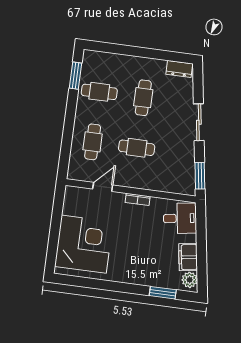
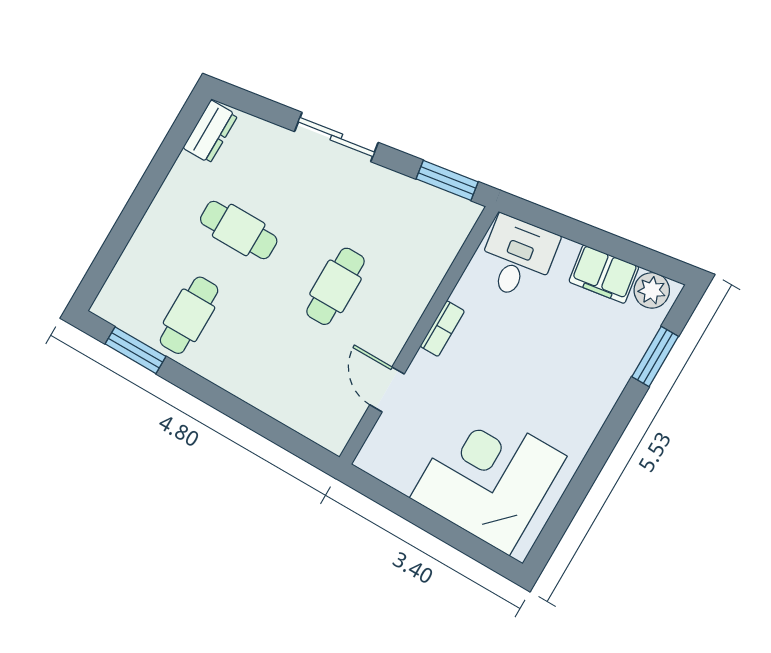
cafe table: (93, 142) -> (286, 372), removed

